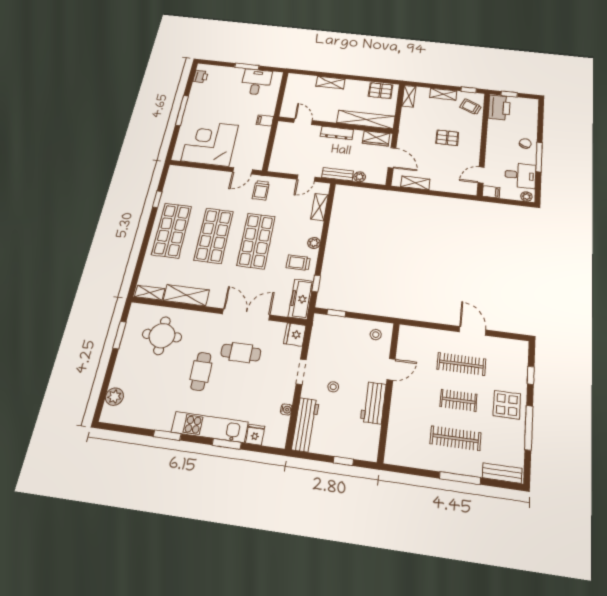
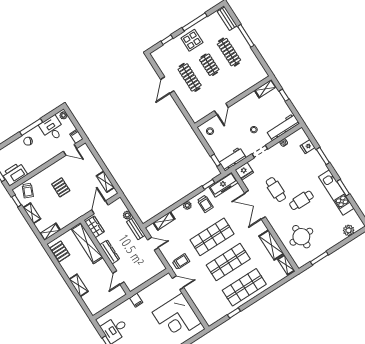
door: (391, 369) -> (221, 109), swing flipped
workbench: (373, 403) -> (232, 159), moved, turned 180
kitchen unit: (210, 427) -> (336, 192), moved
shelving: (371, 444) -> (265, 89), added

